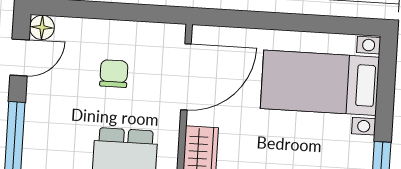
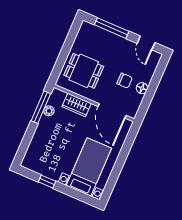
floor lamp: (42, 27) -> (142, 88), moved

